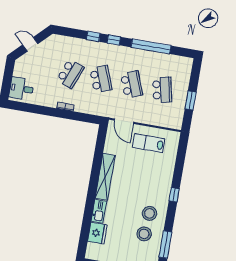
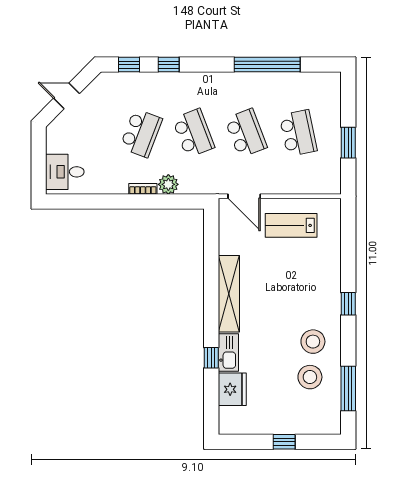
window: (114, 40) -> (129, 65), moved
plant: (81, 107) -> (168, 184), added
window: (88, 213) -> (211, 358), added

